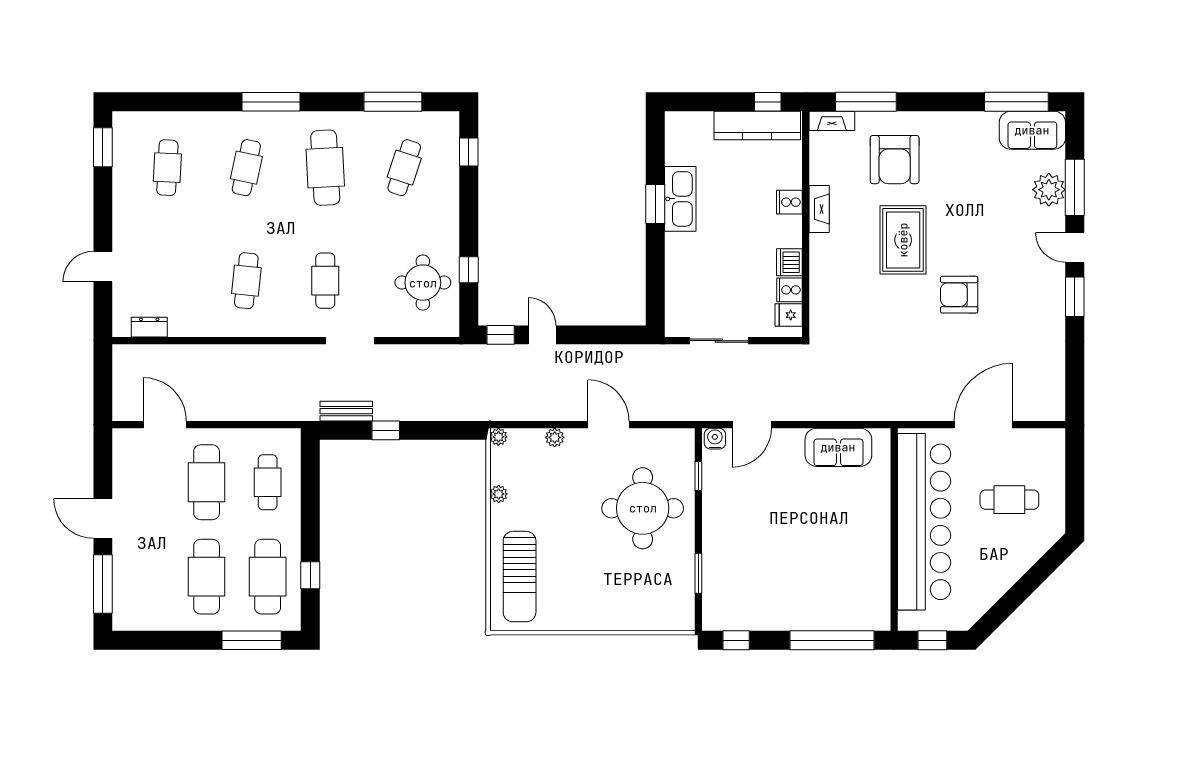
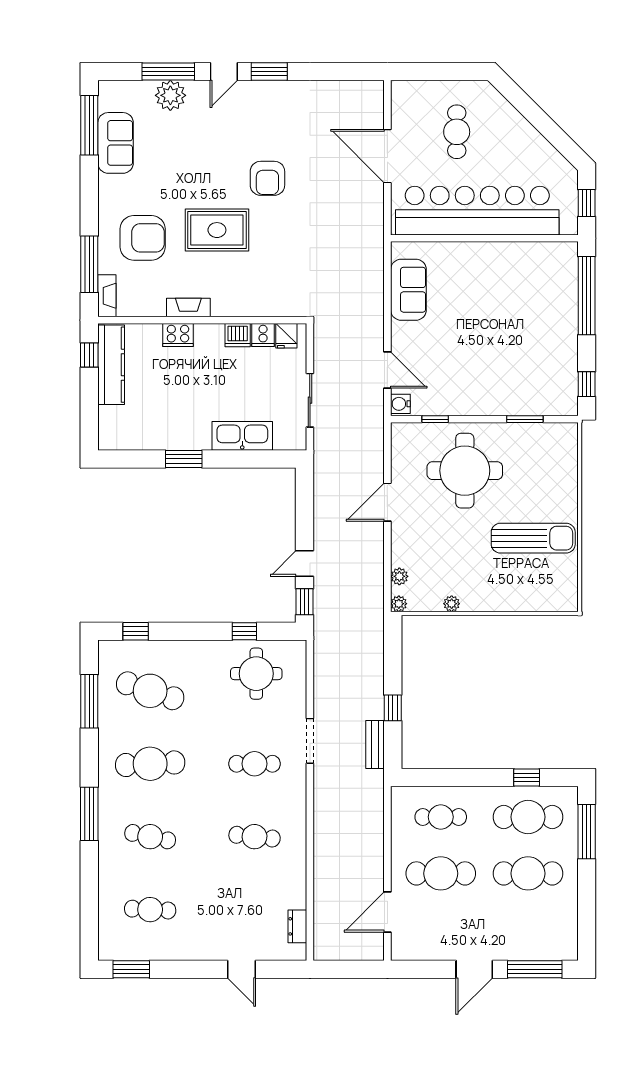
sofa: (1032, 130) -> (116, 143), moved
cafe table: (404, 168) -> (150, 691), width x1.37, depth x1.35
kitchen sink: (680, 199) -> (242, 436), moved
cooker: (789, 202) -> (178, 335), width x1.36
plant: (555, 437) -> (399, 576), moved
sun lounger: (520, 577) -> (533, 538), moved

